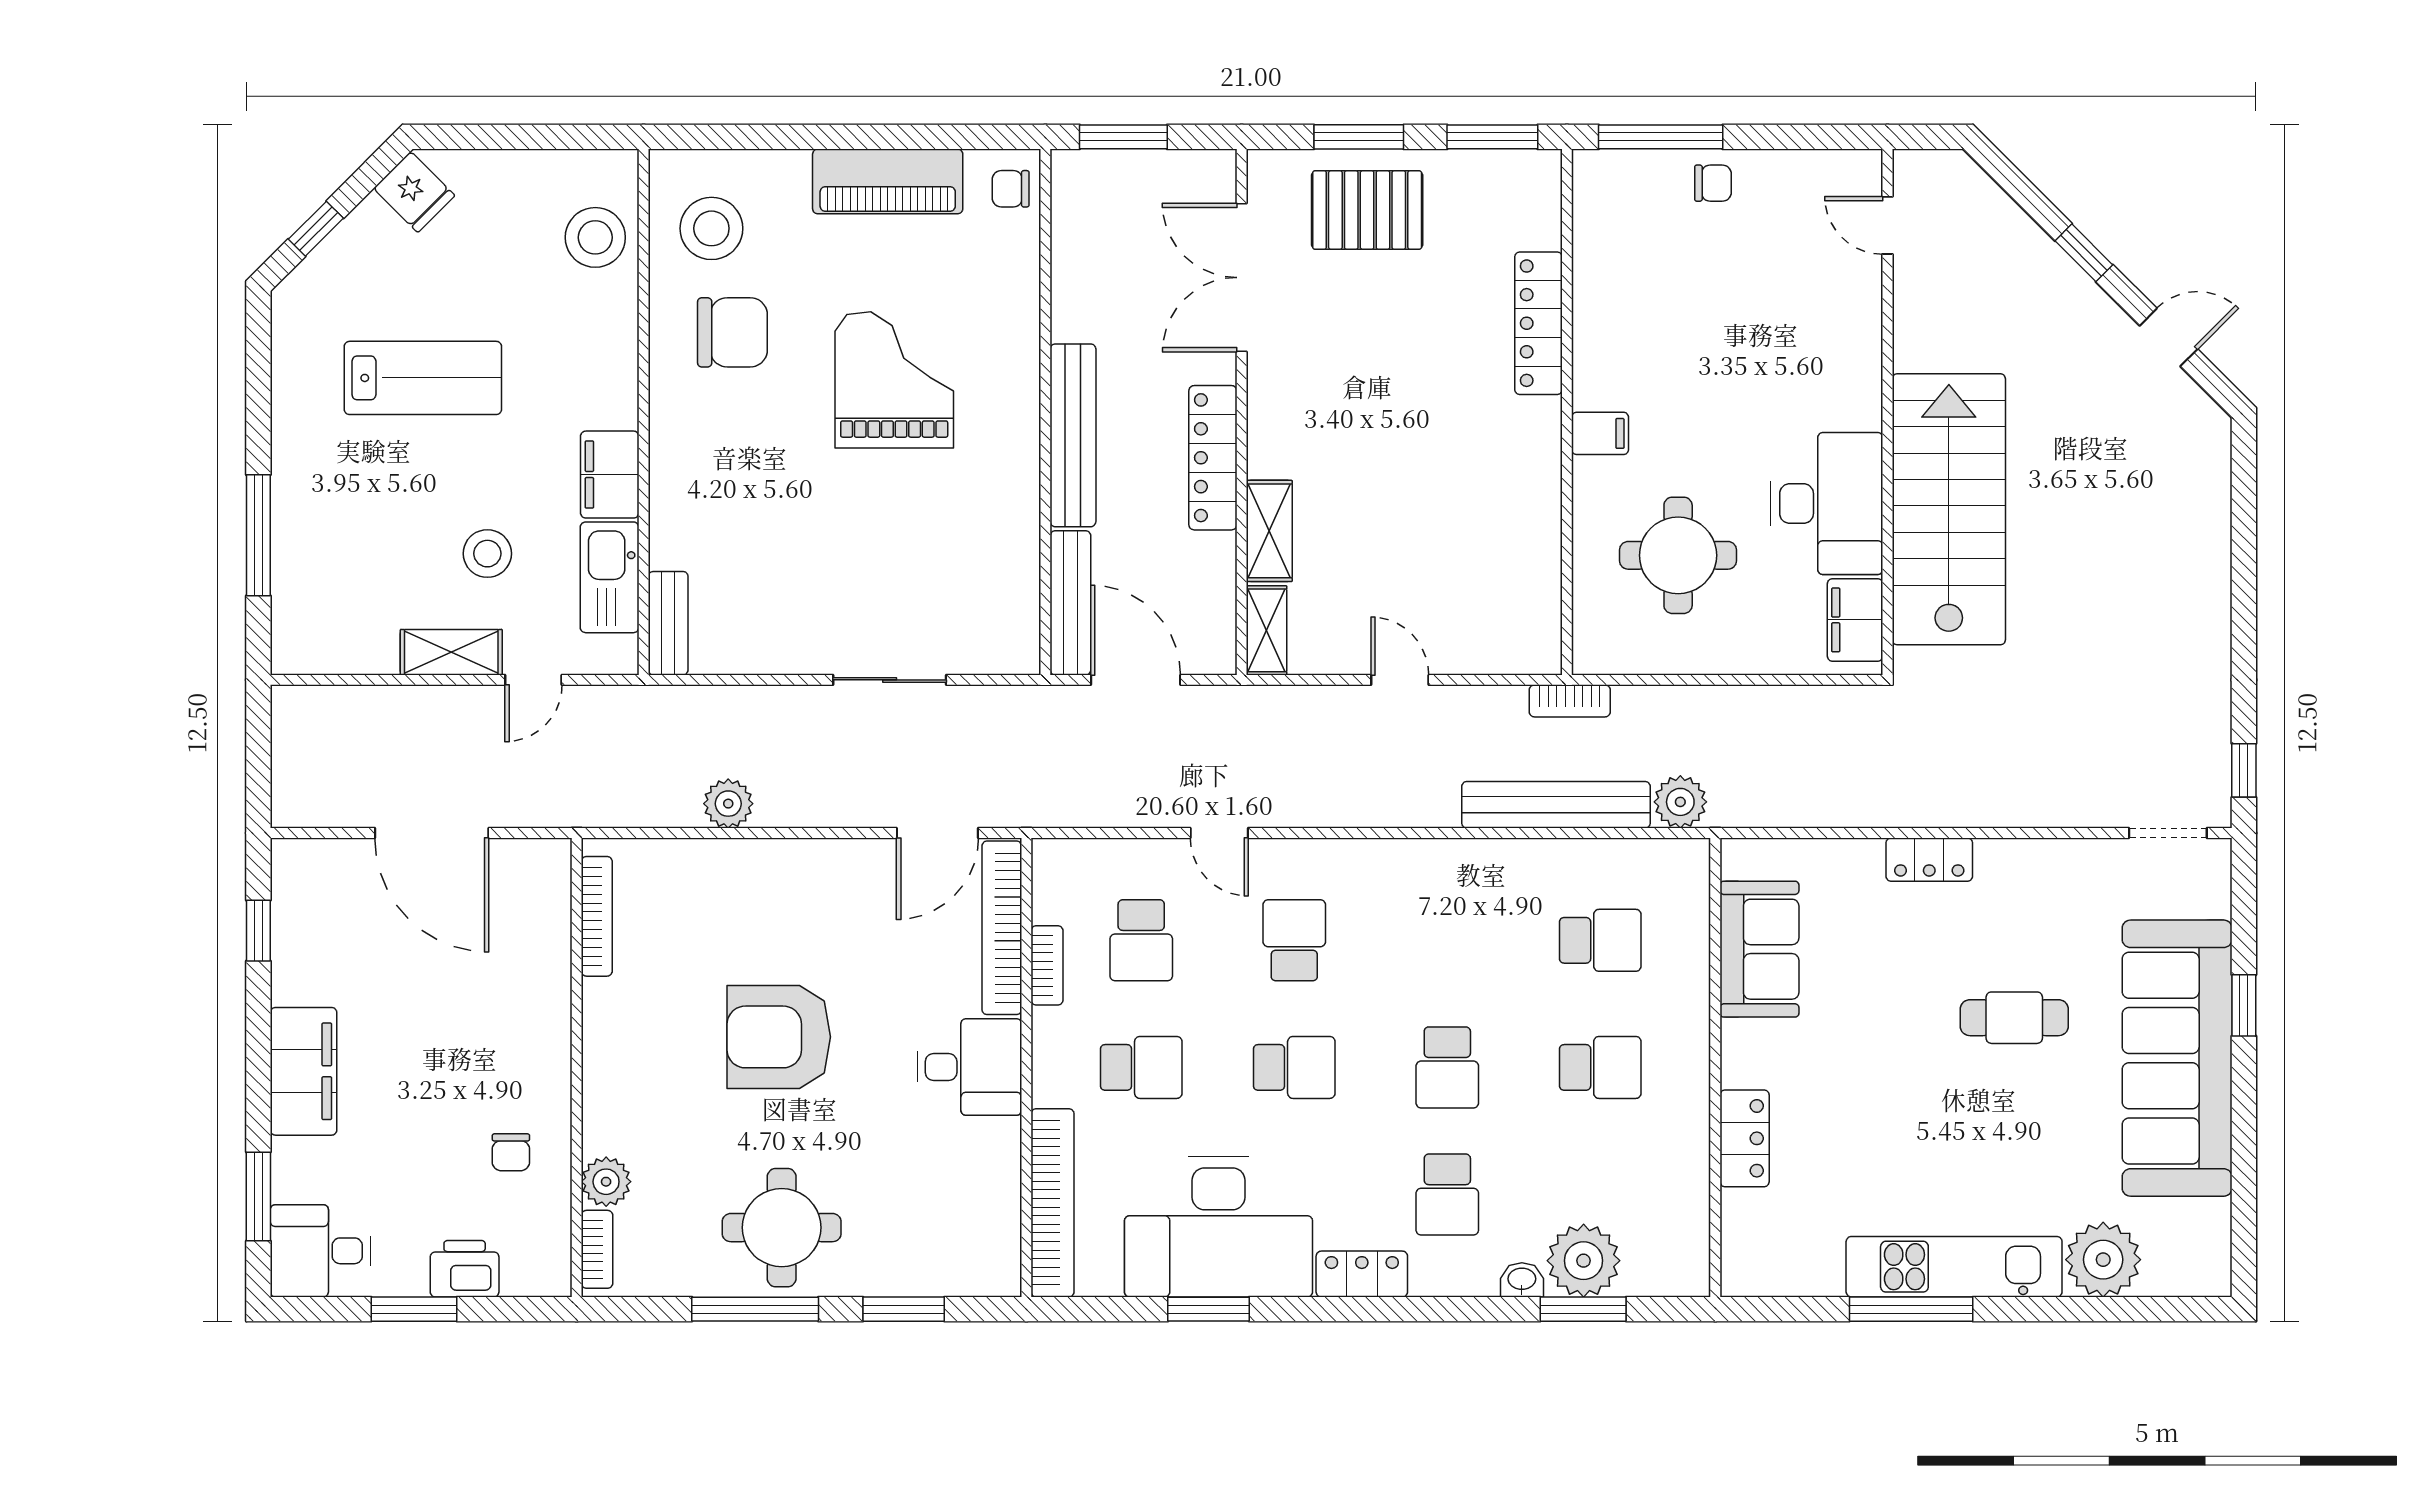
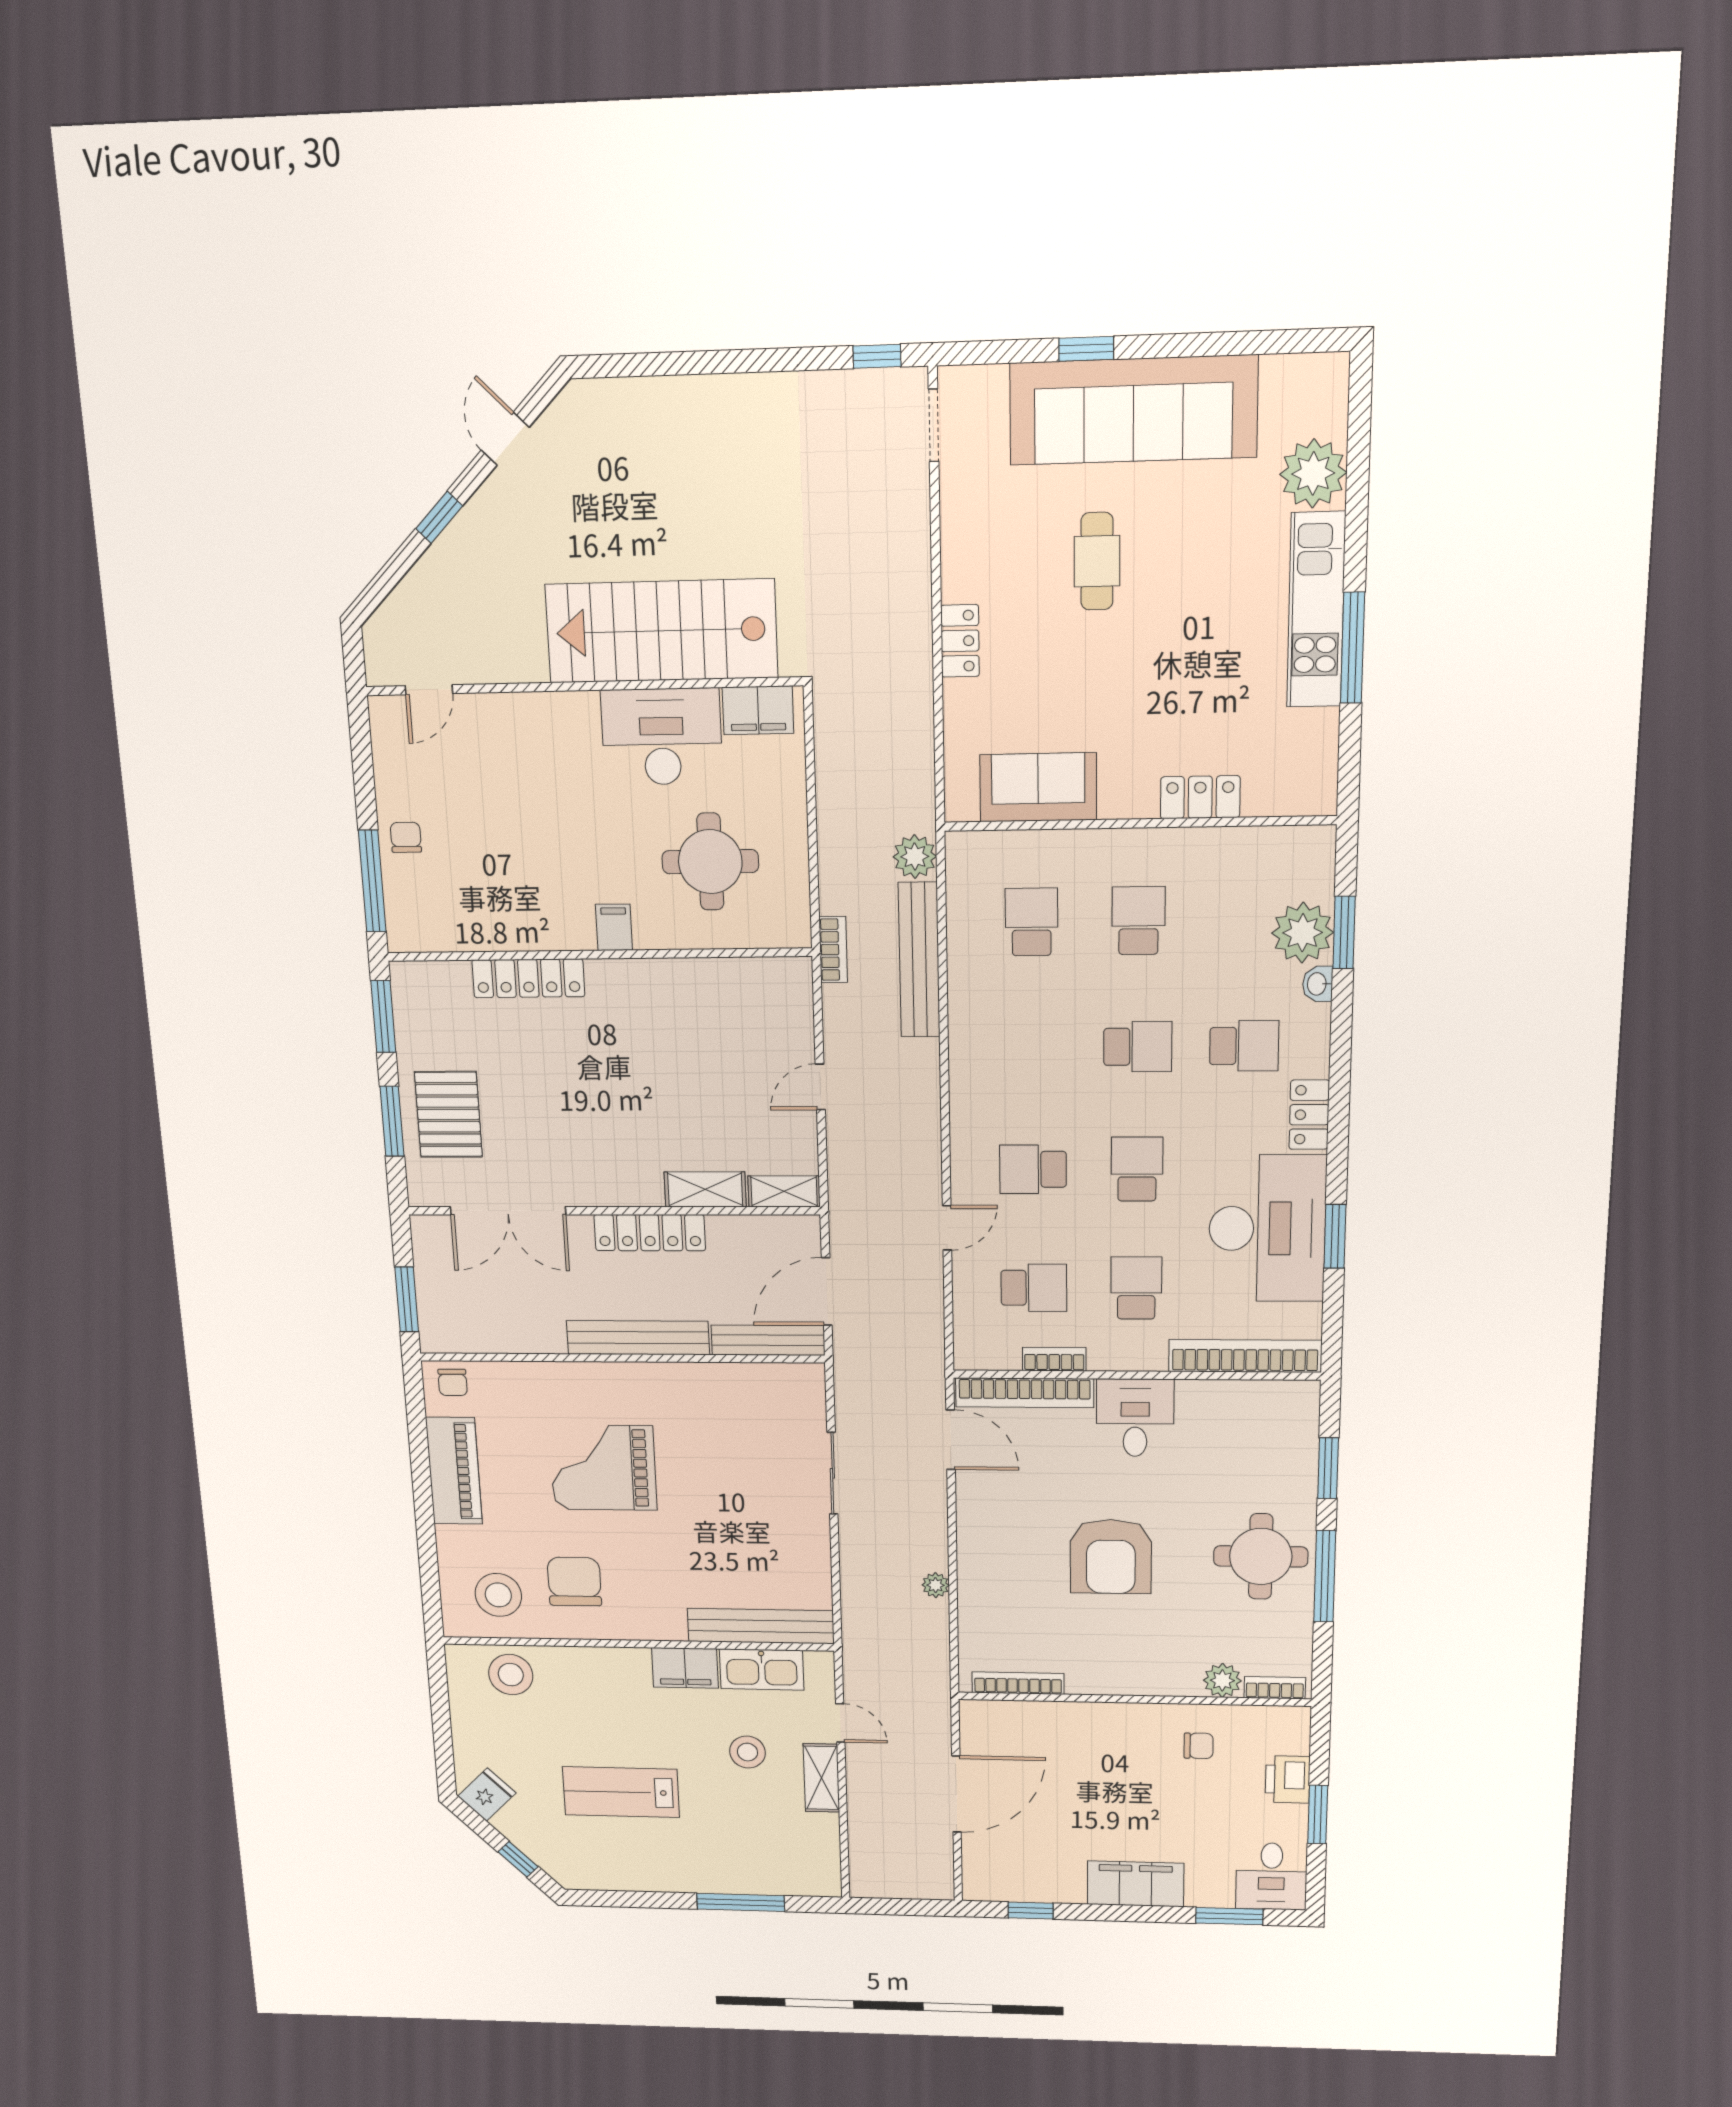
lab bench: (423, 378) -> (621, 1792), turned -90
bench: (668, 623) -> (761, 1626), width x1.86, depth x1.21
plant: (728, 804) -> (936, 1585), width x0.73, depth x0.73

